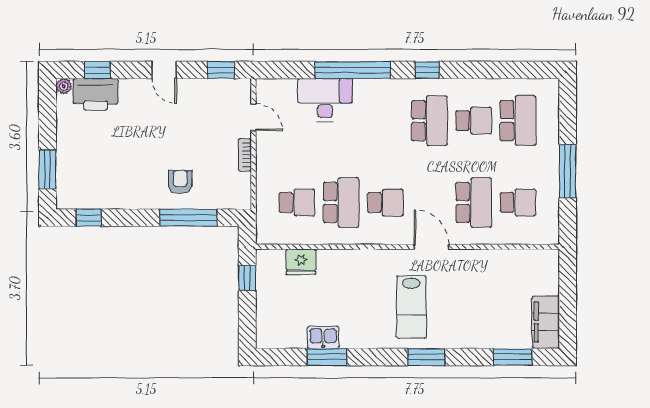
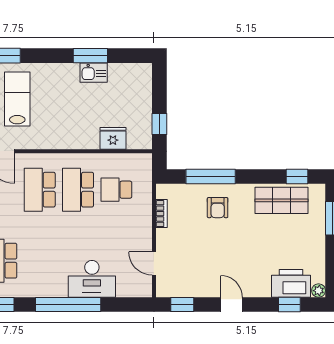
bookcase: (245, 155) -> (161, 214), moved
shop shelf: (107, 190) -> (281, 200), added
school desk: (385, 202) -> (40, 190), width x1.85

